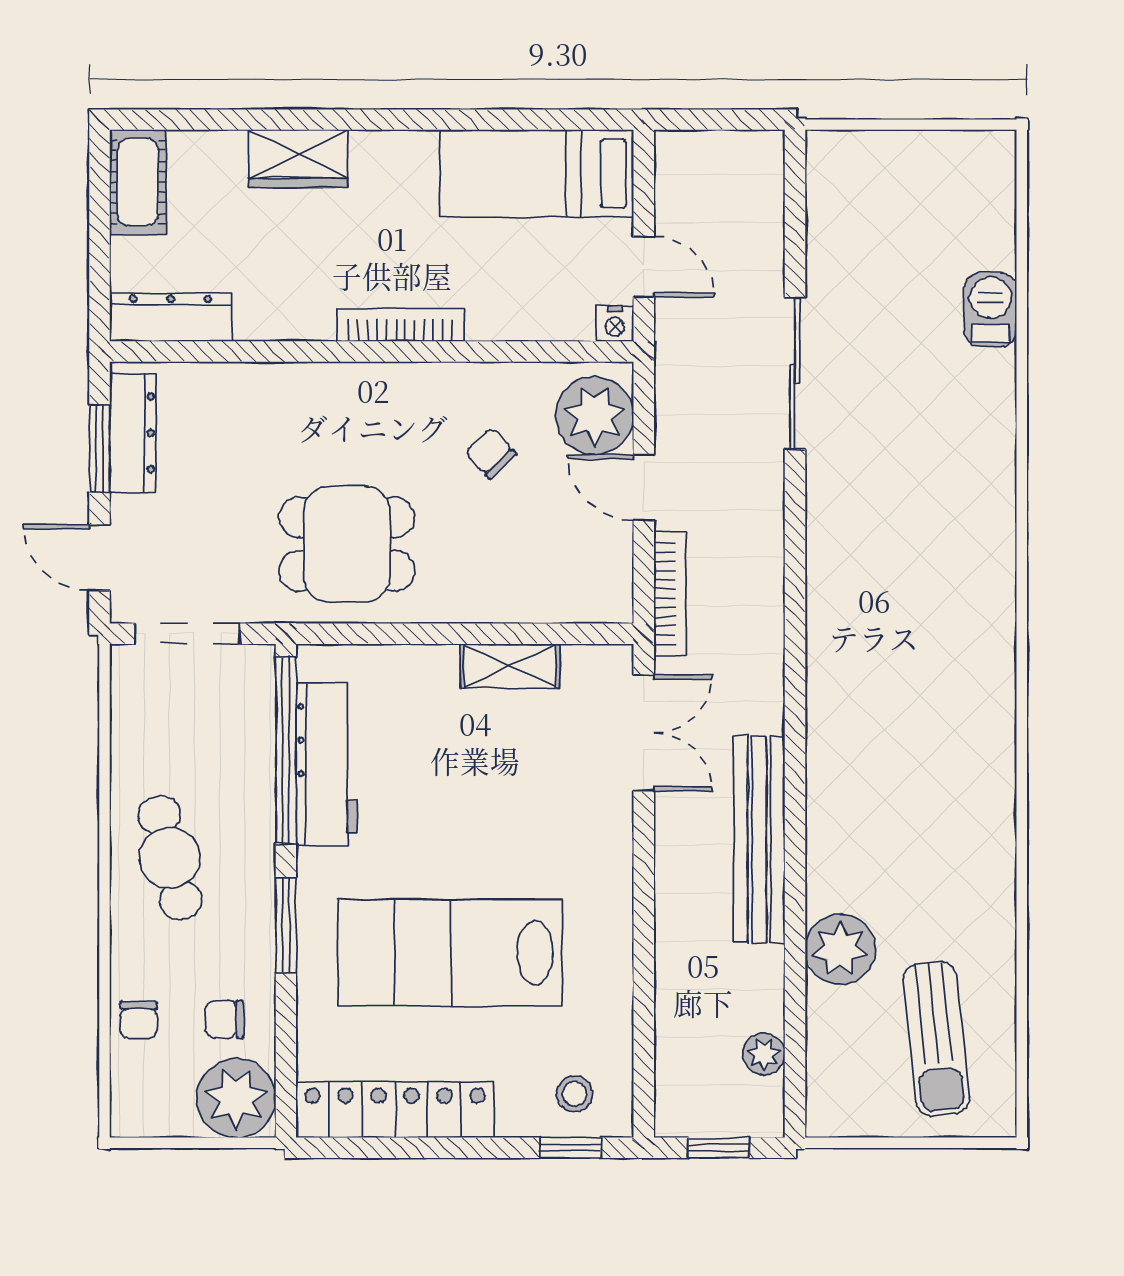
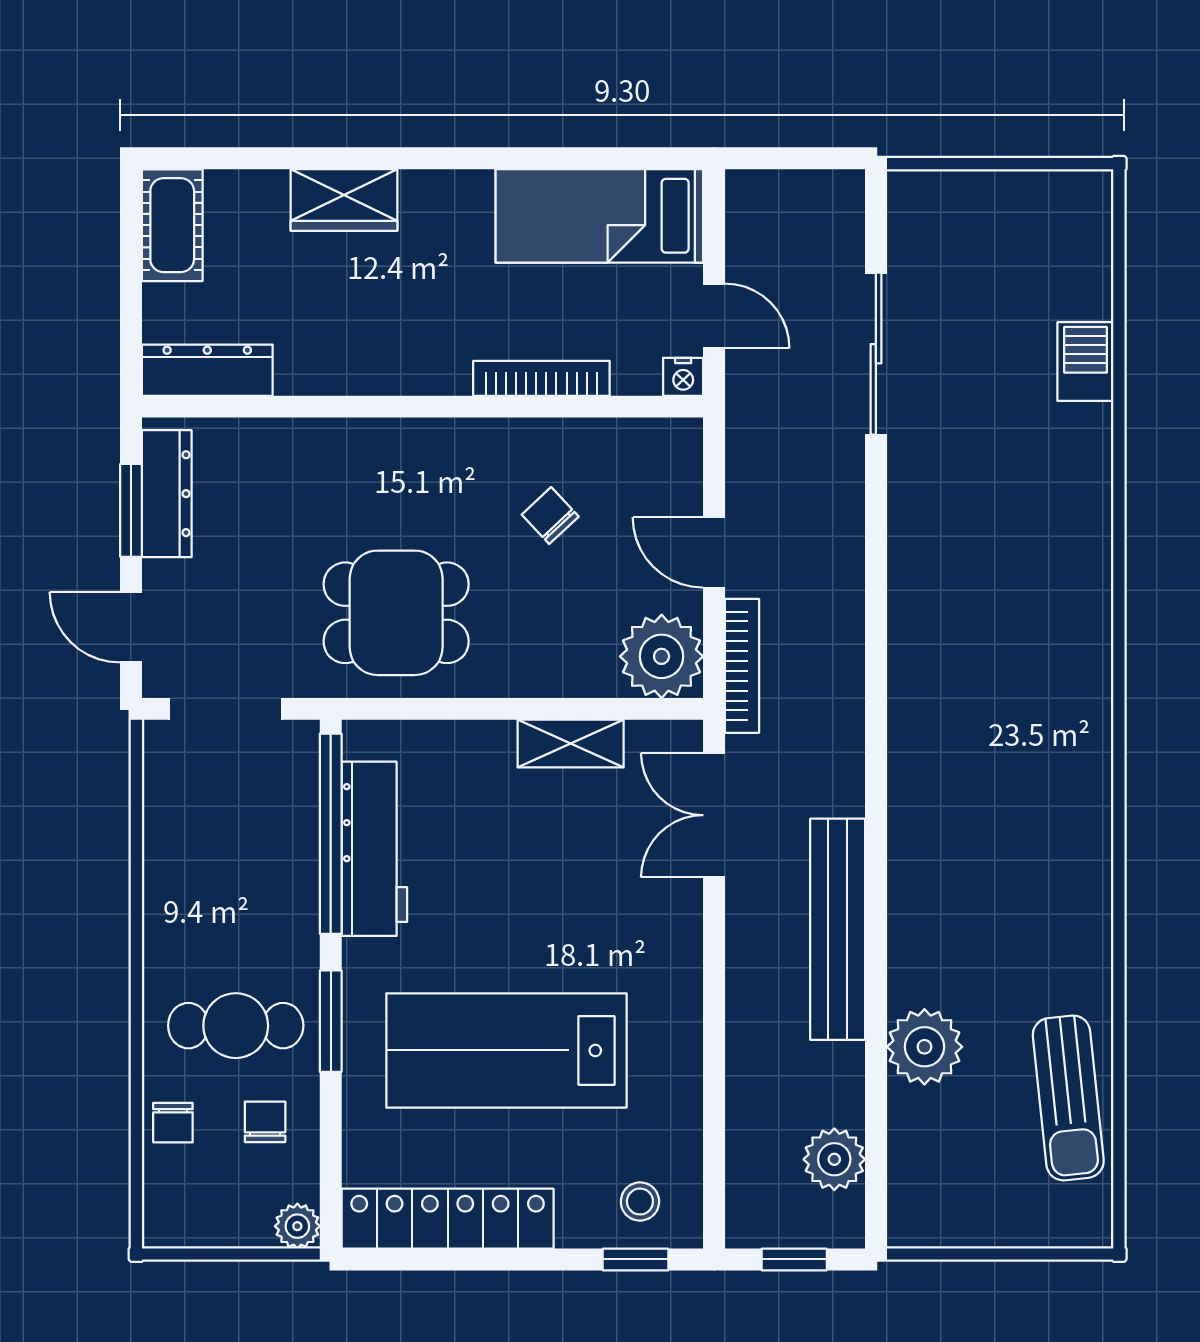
bookcase: (400, 325) -> (541, 378), moved
sliding door: (795, 374) -> (876, 354), moved
plant: (595, 416) -> (662, 656), moved
double door: (644, 733) -> (714, 815), swing flipped
cafe table: (170, 858) -> (236, 1026), moved, turned -76
chair: (225, 1019) -> (265, 1122), turned 90
sun lounger: (936, 1039) -> (1068, 1098), moved
plant: (764, 1054) -> (834, 1159), width x1.38, depth x1.38
plant: (236, 1098) -> (297, 1226), width x0.53, depth x0.53

